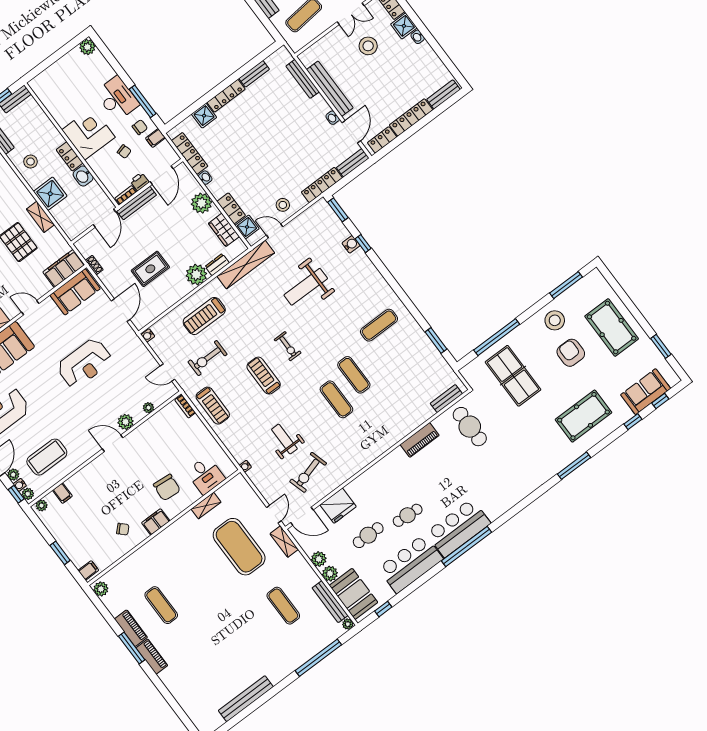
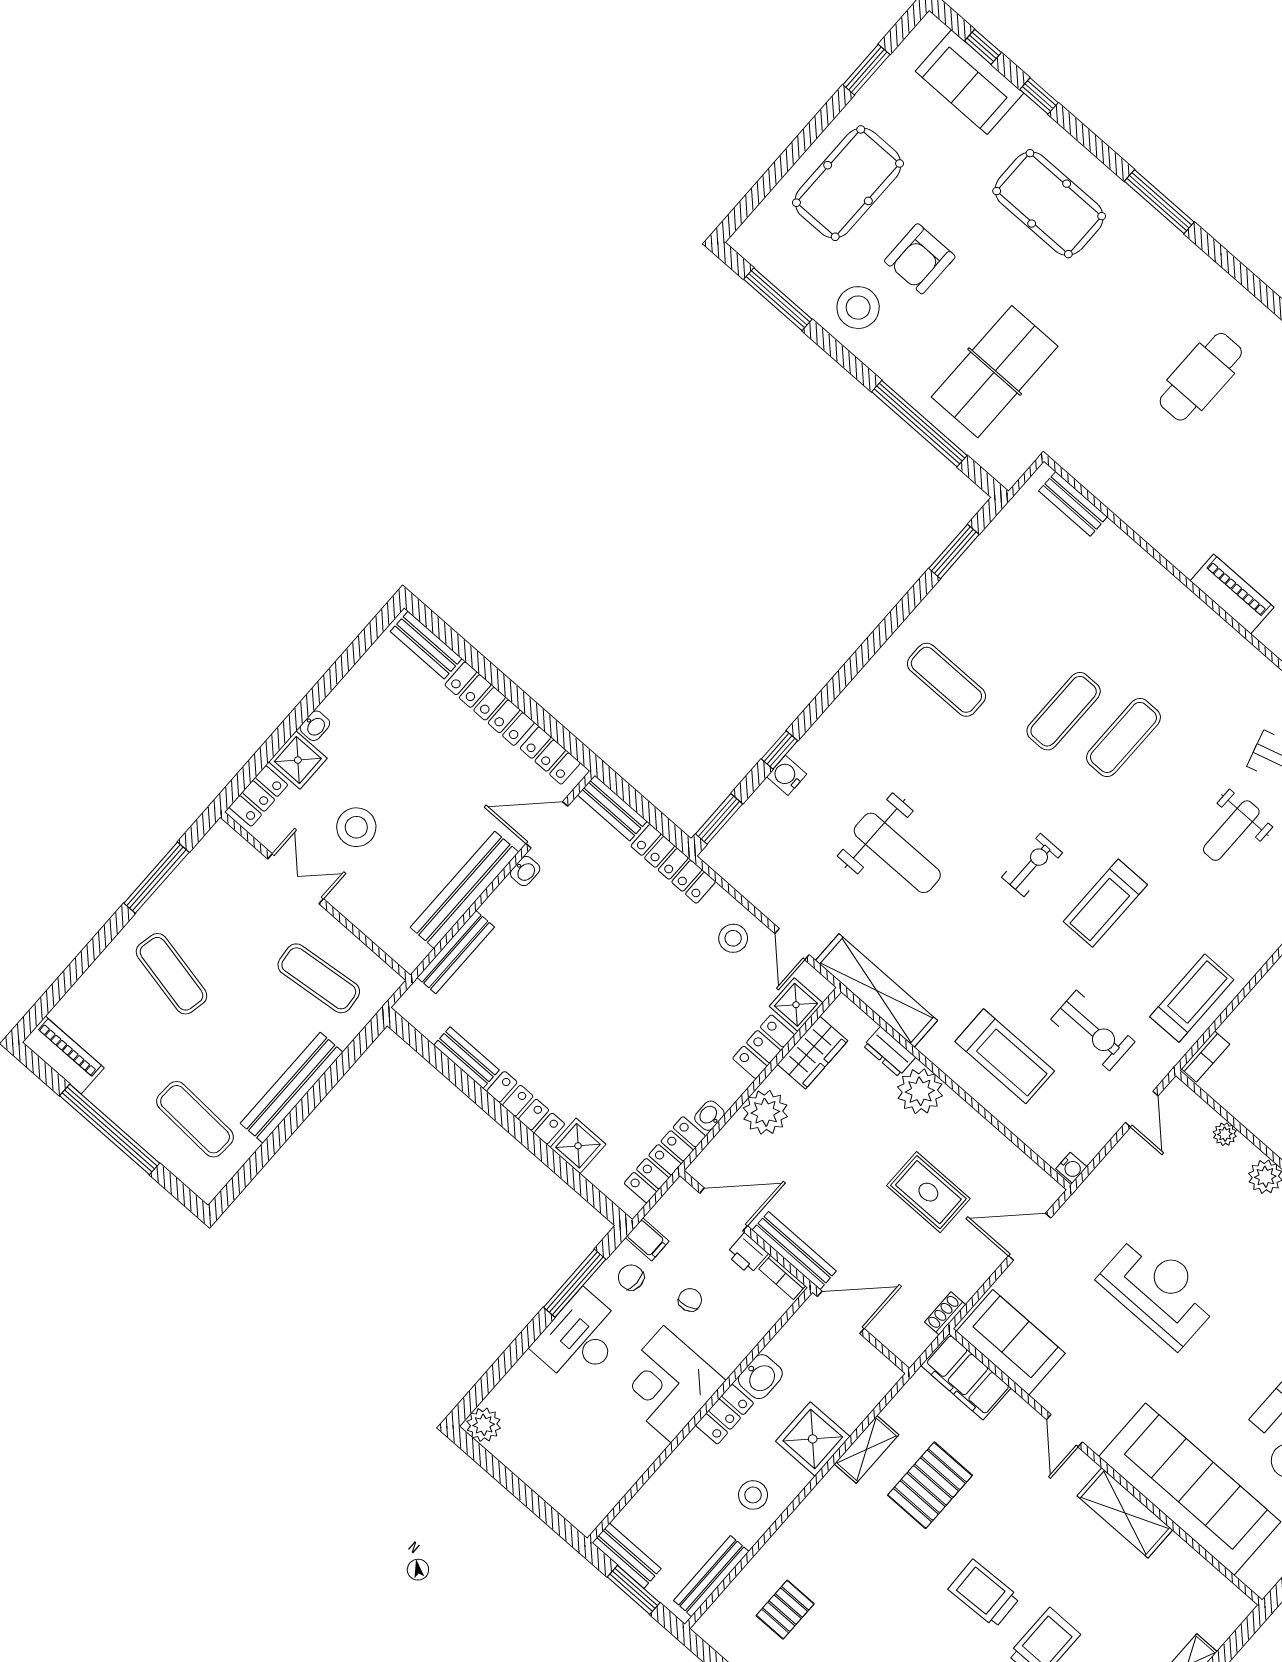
cafe table: (470, 427) -> (1201, 377), moved
piano: (420, 440) -> (1232, 594), moved

